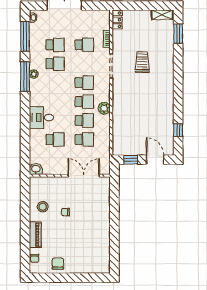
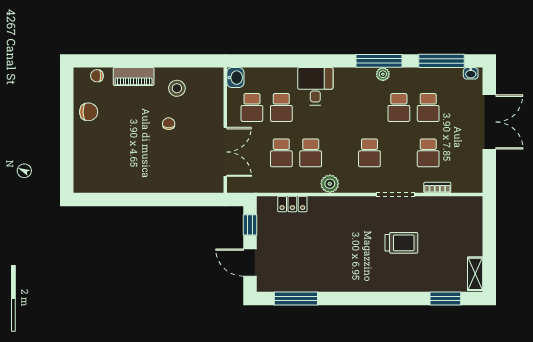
locker: (117, 20) -> (292, 204), moved
school desk: (84, 102) -> (252, 107), moved
window: (178, 130) -> (296, 299), width x2.17
door: (155, 160) -> (250, 263), swing flipped

